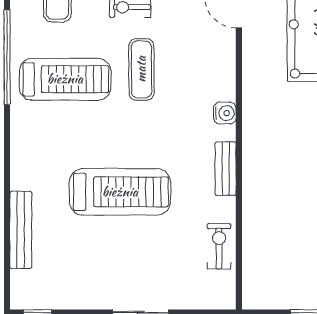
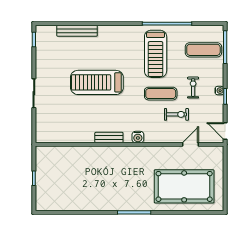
treadmill: (120, 192) -> (97, 82), turned 90
exercise bike: (219, 246) -> (176, 114), moved

